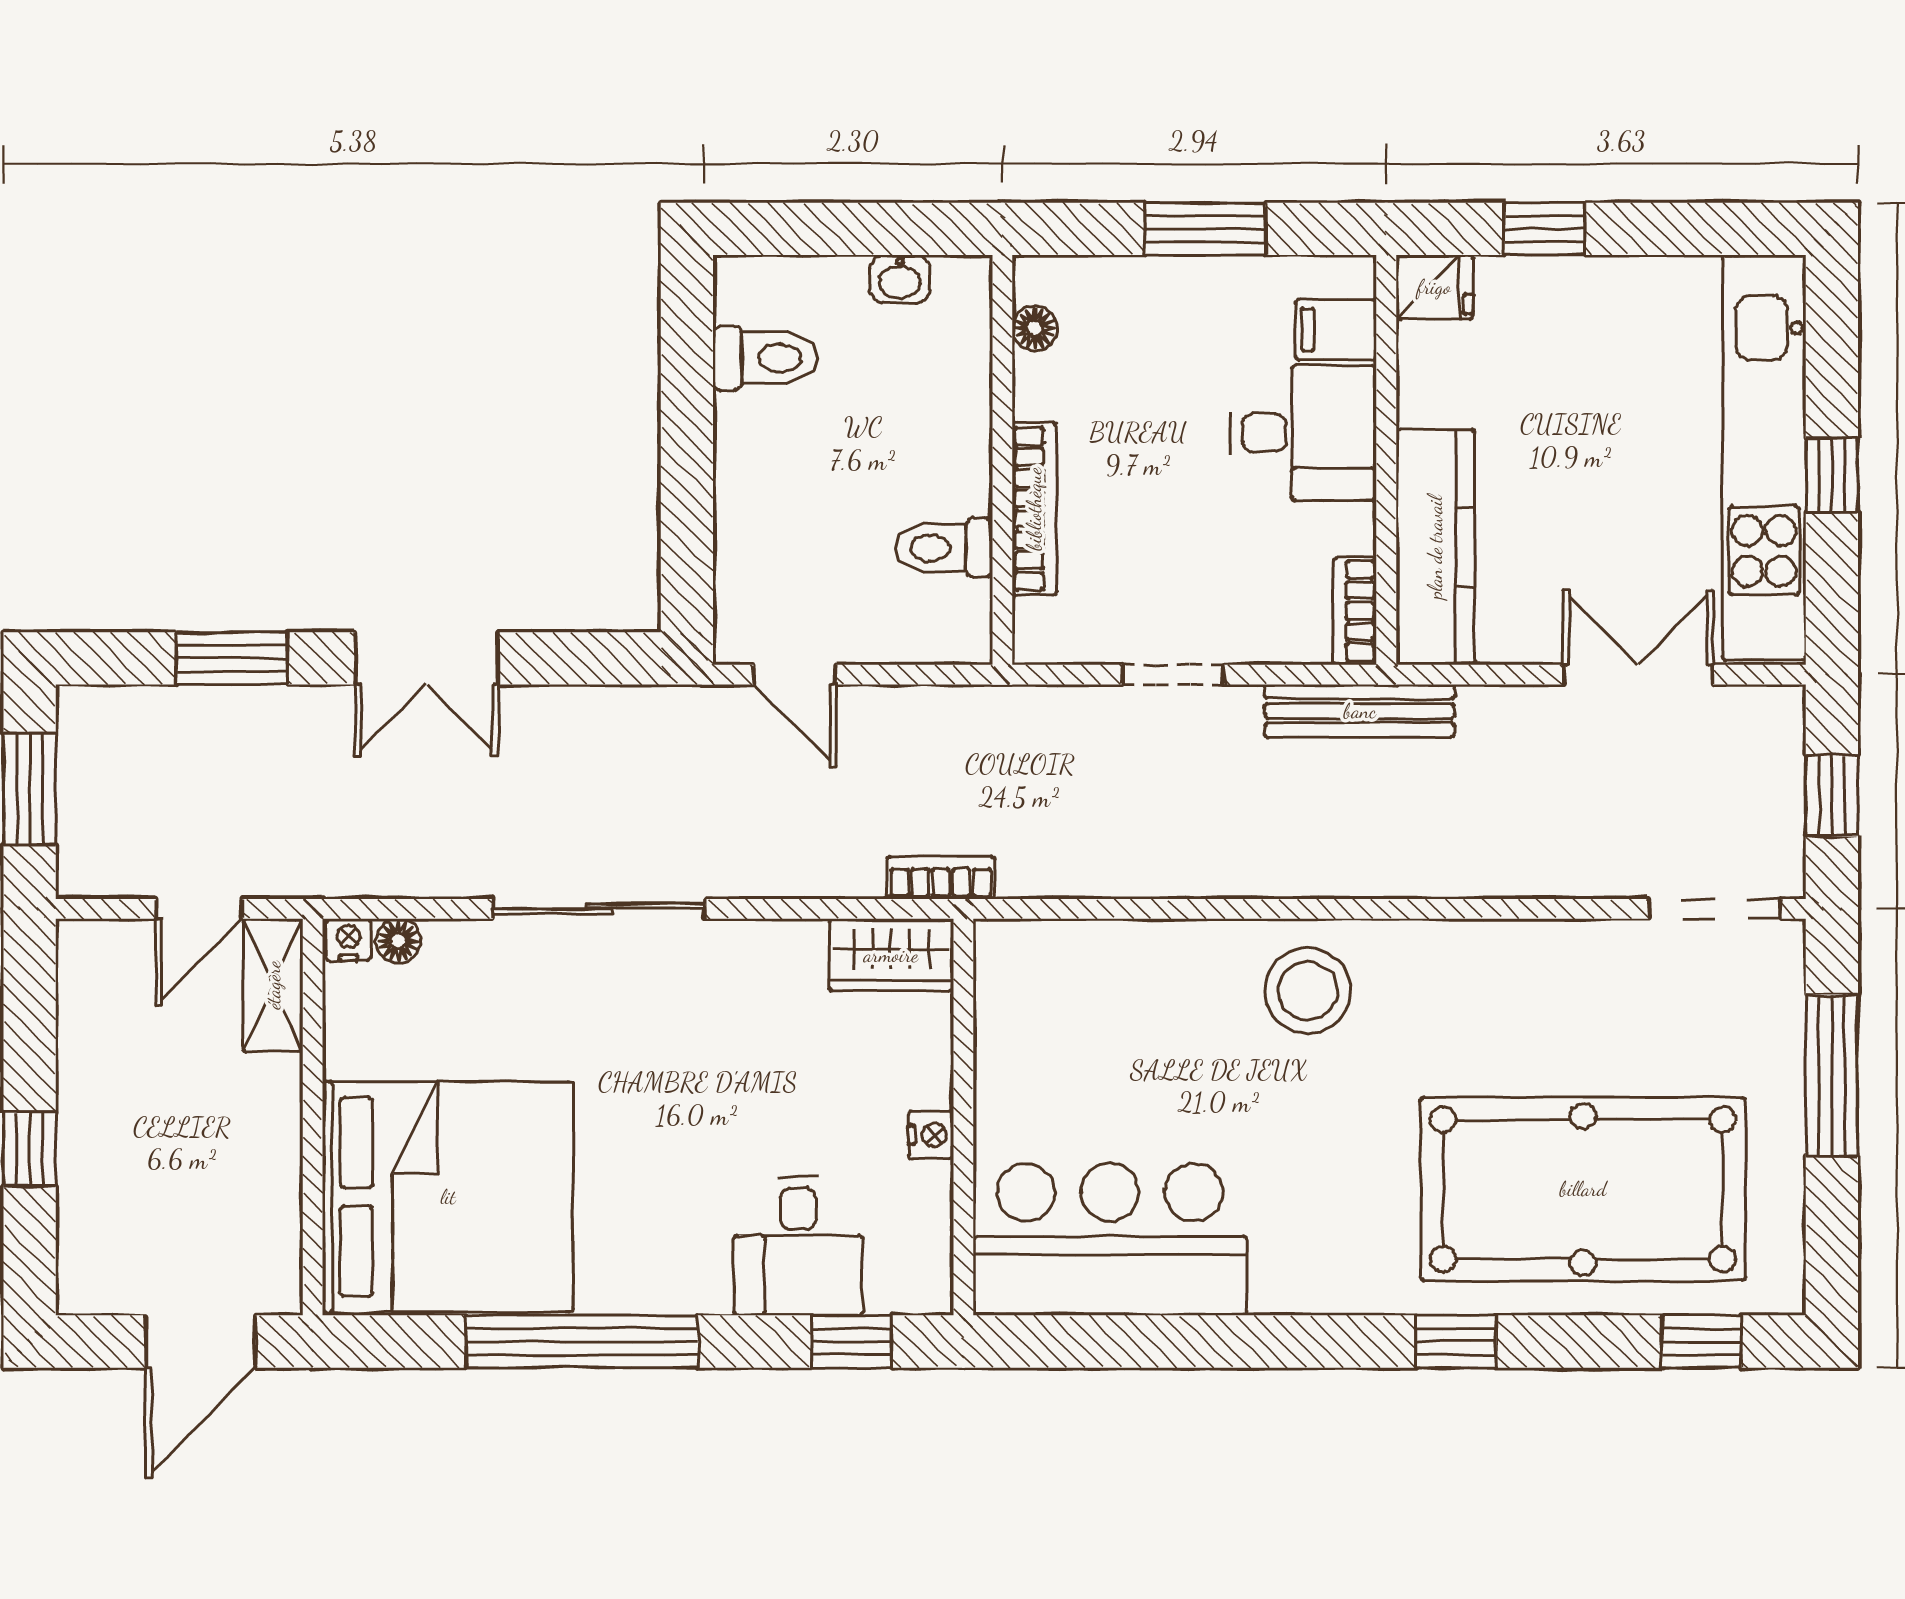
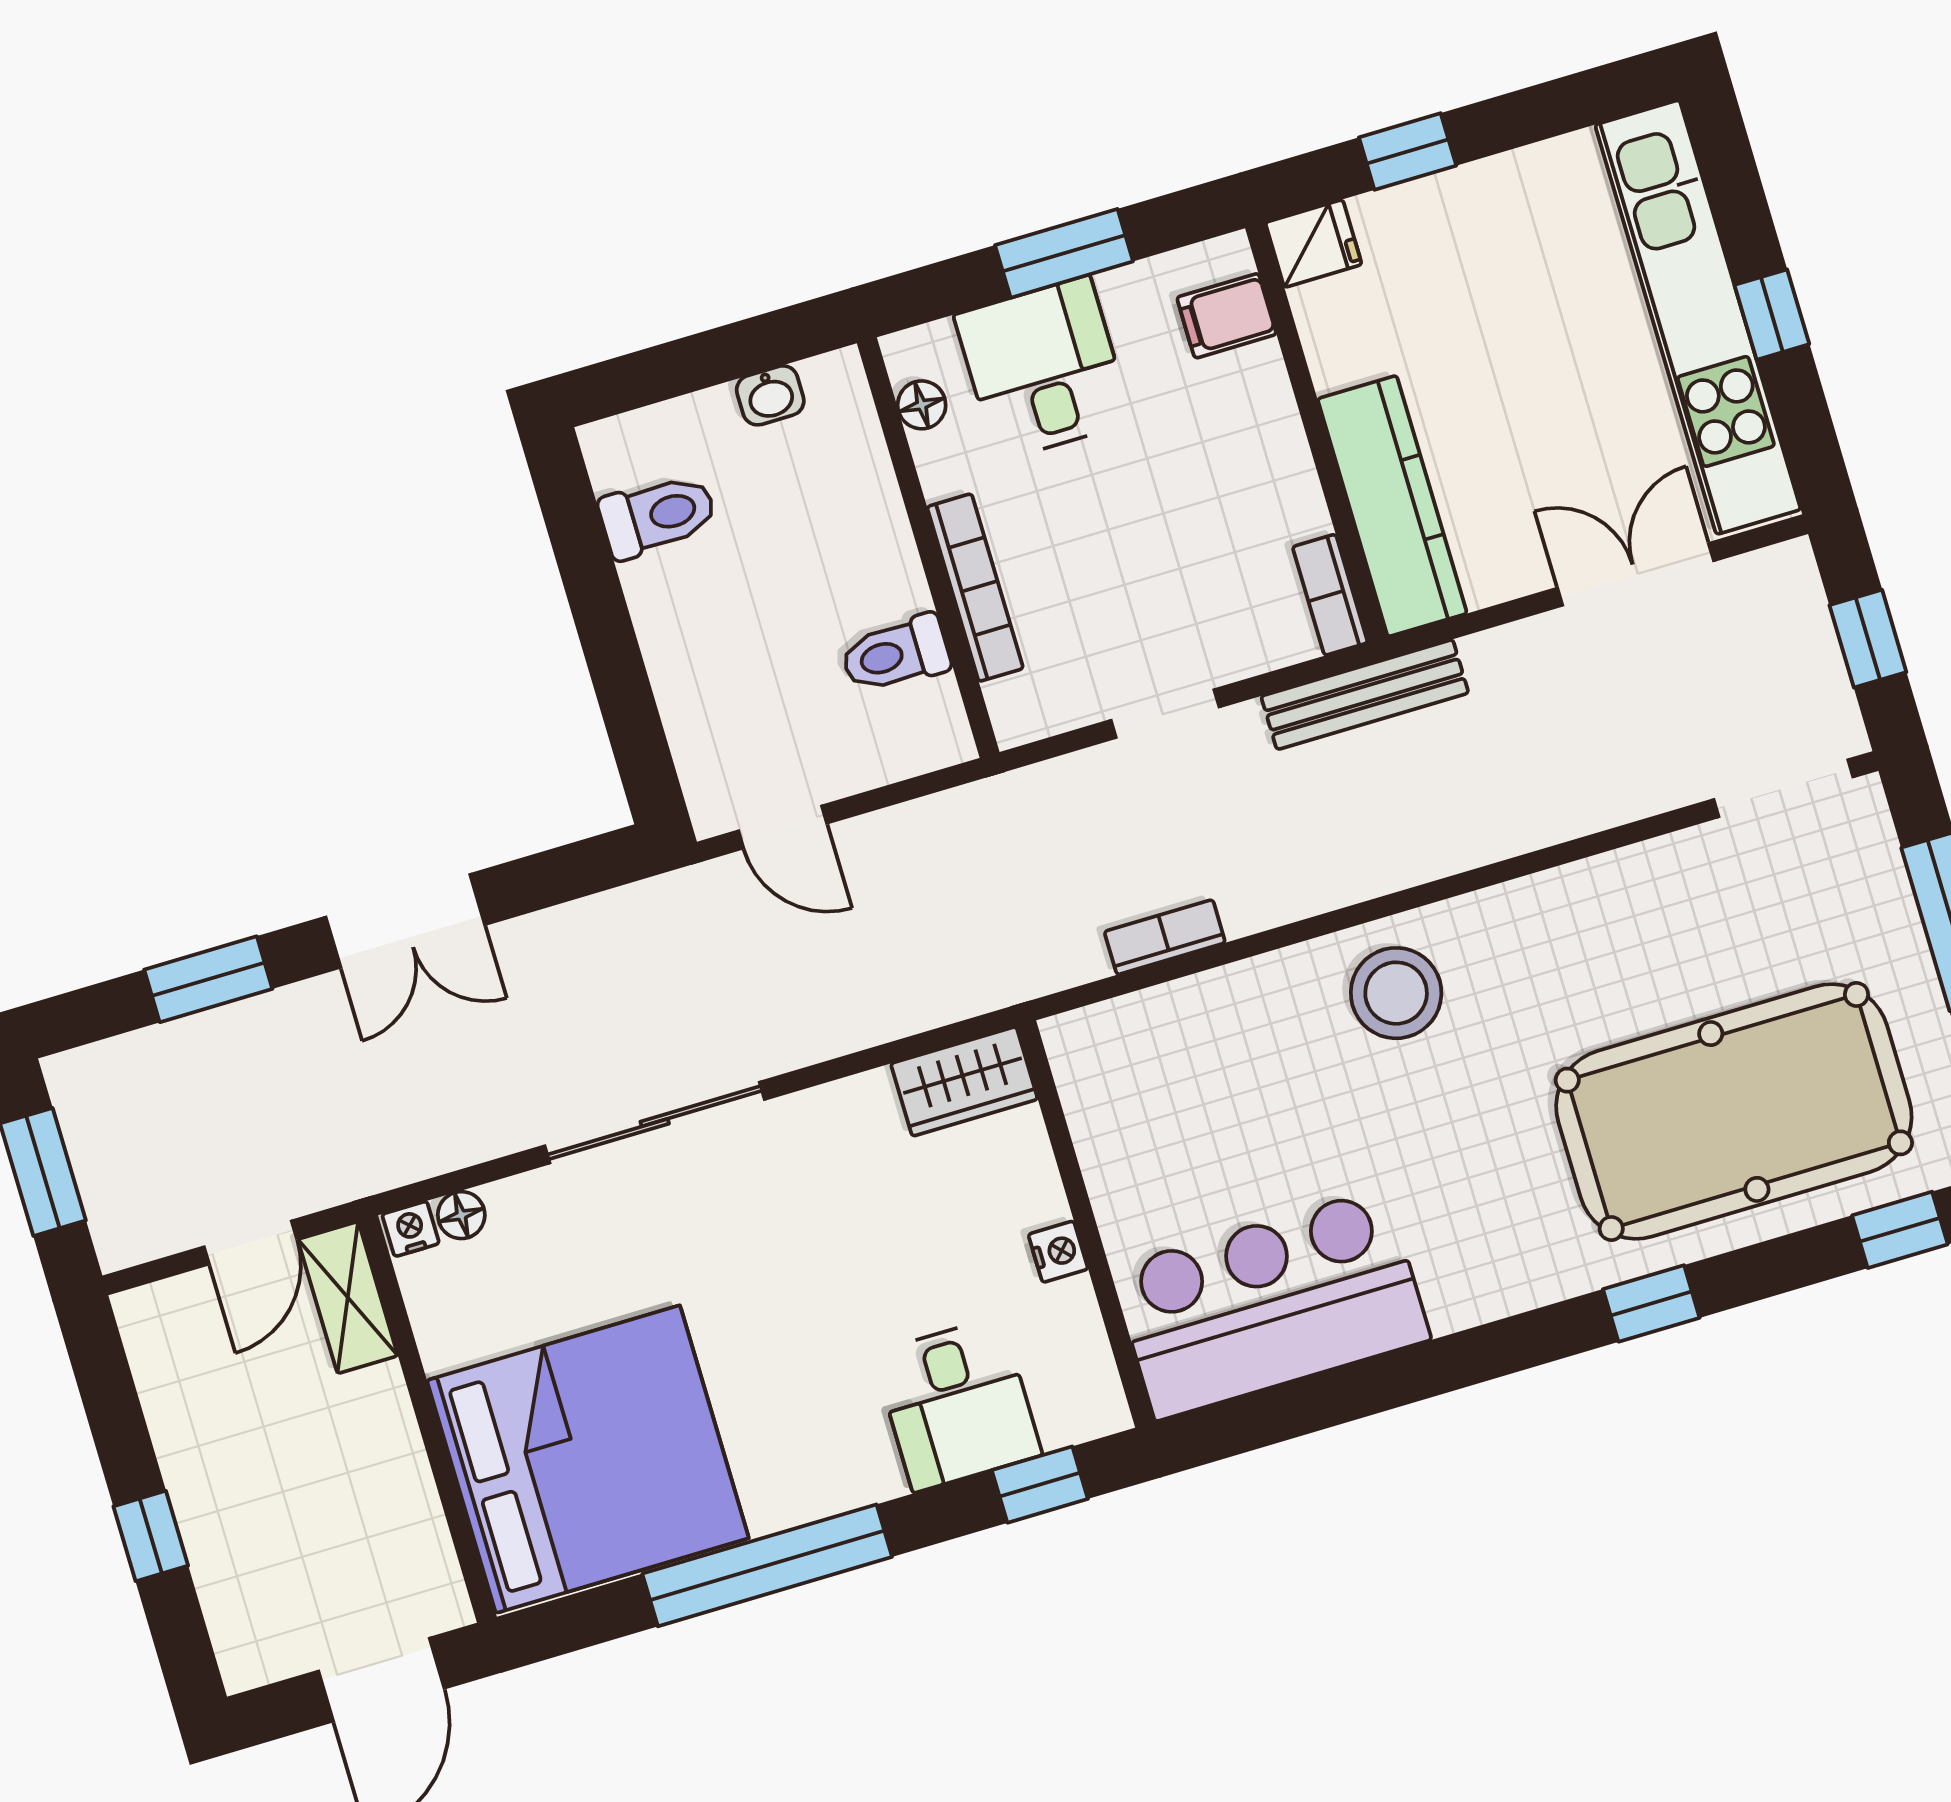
desk: (1303, 433) -> (1043, 368), moved, turned -90
bookcase: (941, 878) -> (1165, 937), moved

